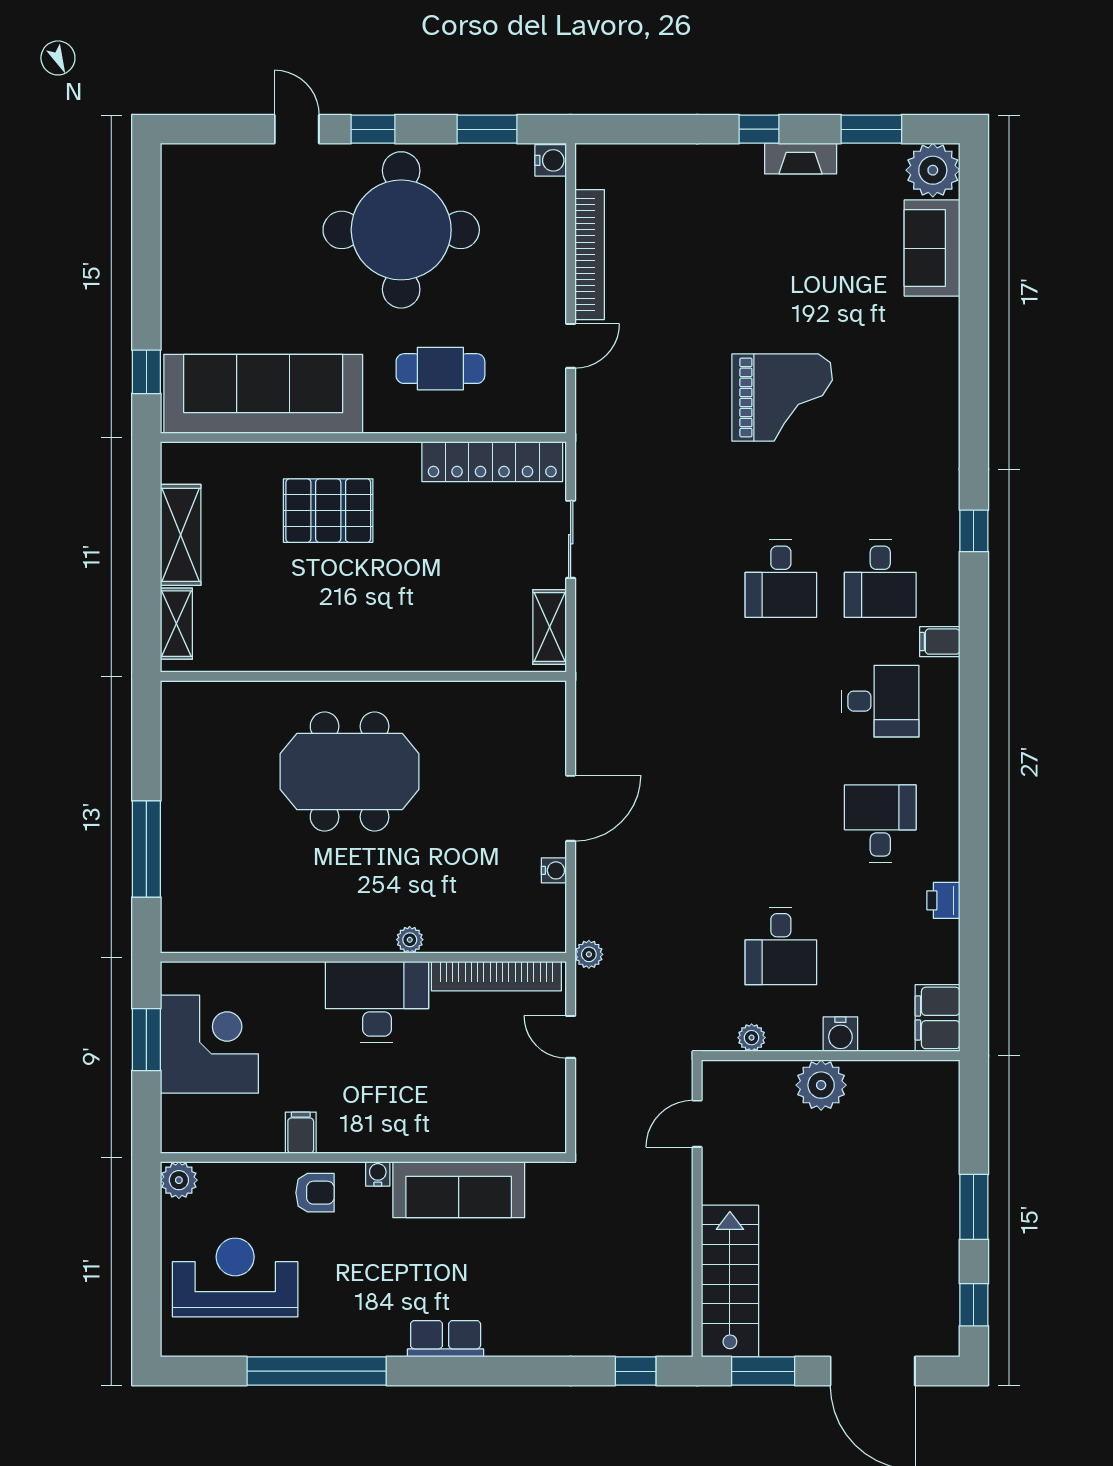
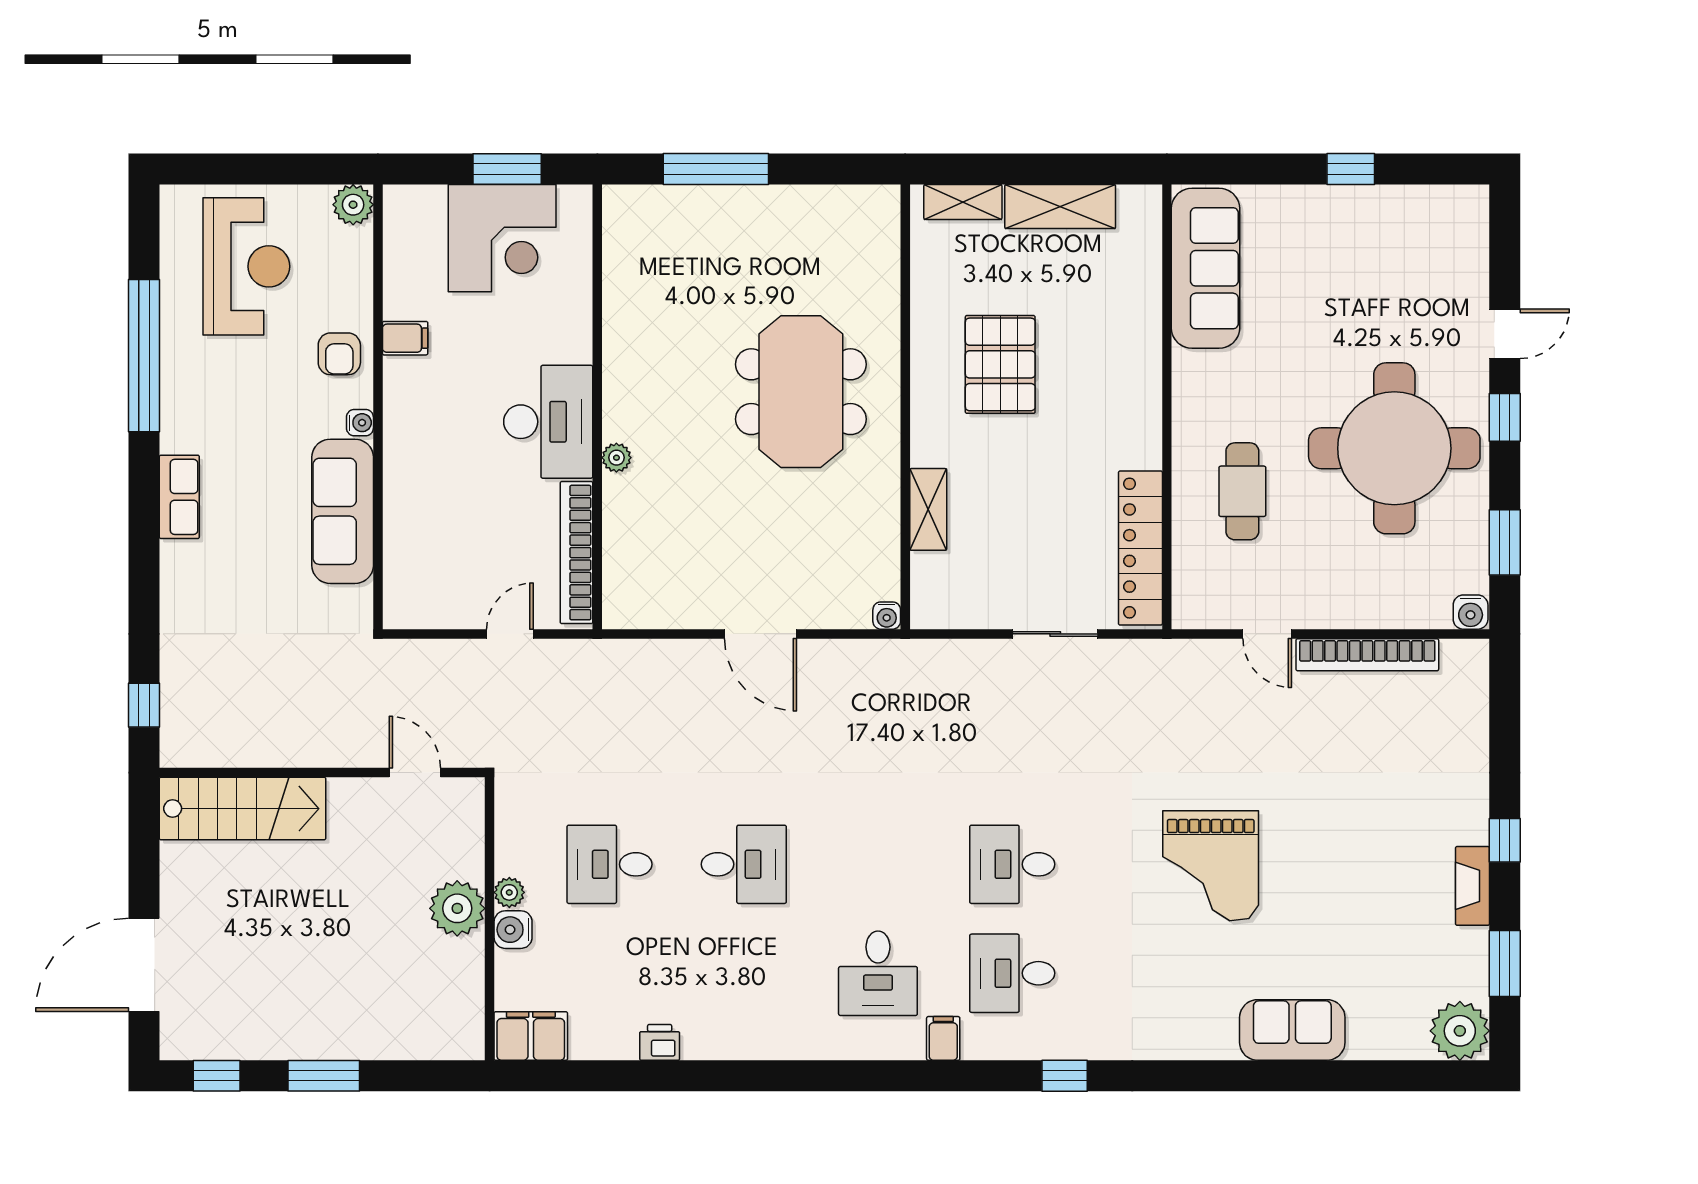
sofa: (932, 248) -> (1292, 1030), moved
window: (146, 372) -> (1351, 169), moved
sofa: (263, 394) -> (1206, 268), width x0.74, depth x0.79
pallet: (328, 511) -> (1000, 364), moved
shelving: (550, 627) -> (928, 509), moved, turned 90
desk: (880, 824) -> (744, 864), moved
water cooler: (554, 870) -> (887, 616), moved
plant: (589, 954) -> (601, 654), removed
plant: (752, 1038) -> (509, 892), moved
window: (763, 1371) -> (144, 845), removed

